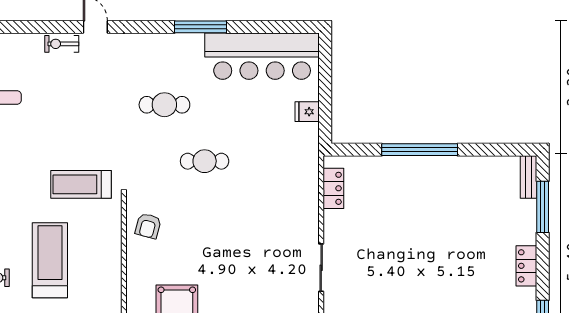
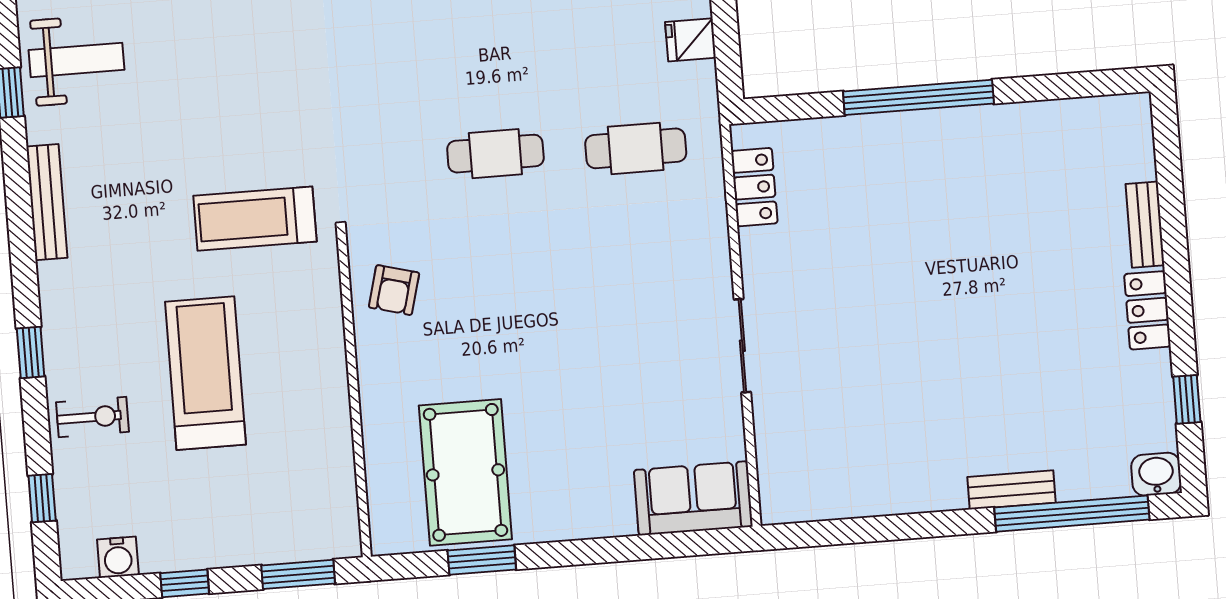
cafe table: (164, 105) -> (636, 148), moved
bench: (528, 177) -> (1145, 225), moved
window: (543, 207) -> (1170, 191), removed

